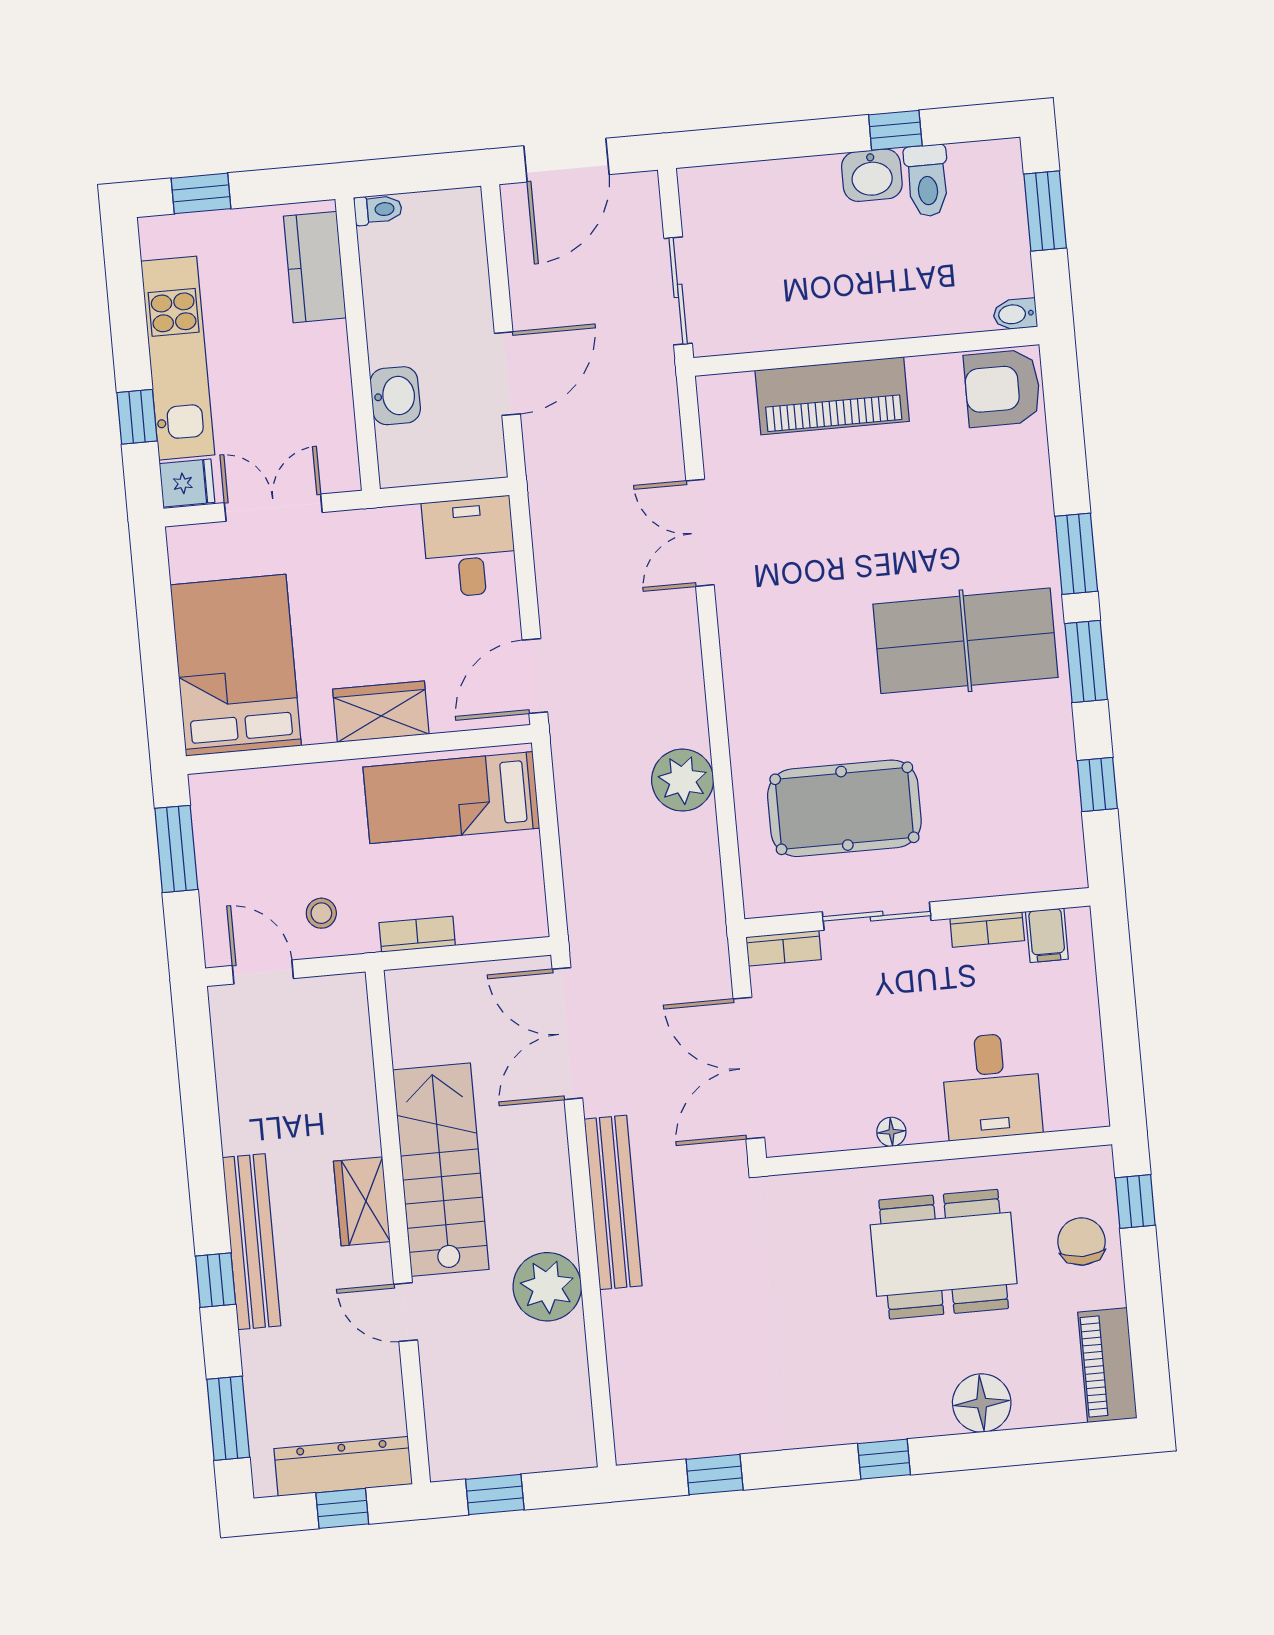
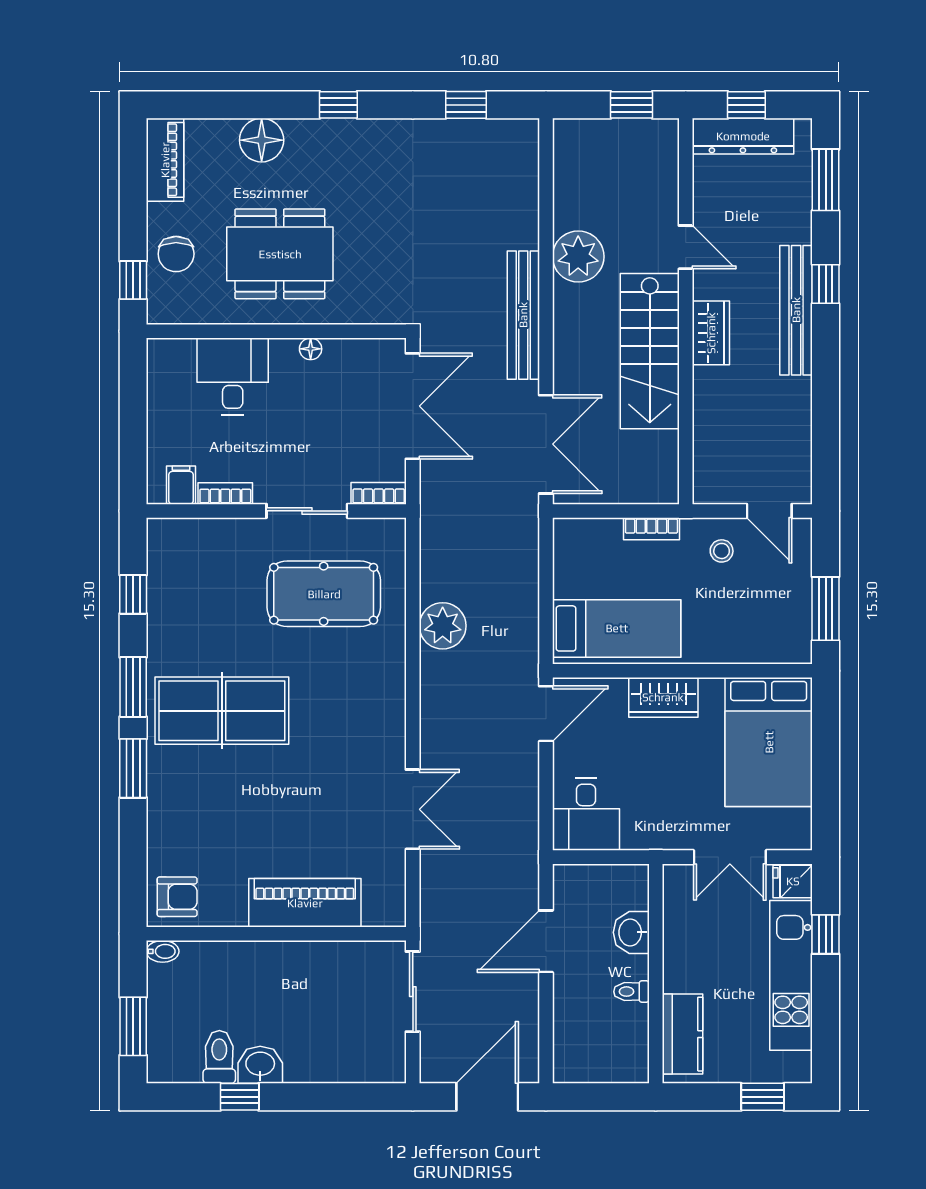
toilet: (378, 210) -> (631, 992), moved
armchair: (1002, 388) -> (177, 897), width x0.72, depth x0.72

